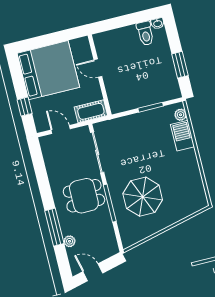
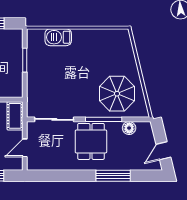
plant: (180, 115) -> (38, 34), removed
parasol: (143, 197) -> (117, 94), moved
floor lamp: (107, 231) -> (129, 128), added
plant: (70, 241) -> (130, 165), removed

